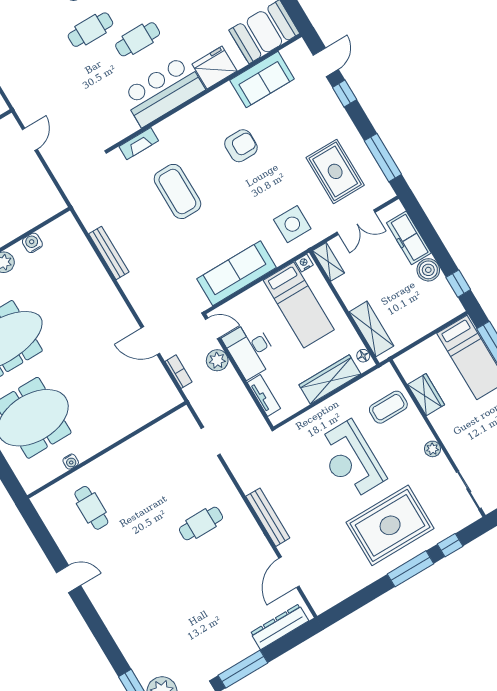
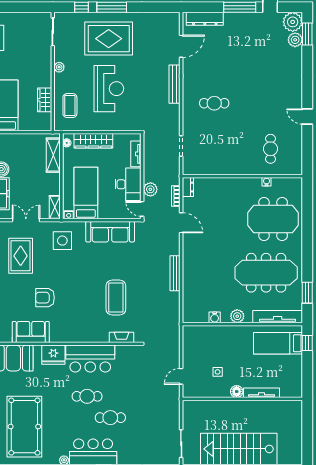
armchair: (241, 146) -> (45, 298), moved
bench: (109, 253) -> (175, 273), moved
dresser: (170, 393) -> (188, 187), added
coffee table: (388, 407) -> (70, 106), turned 90
plant: (145, 670) -> (295, 40), added

